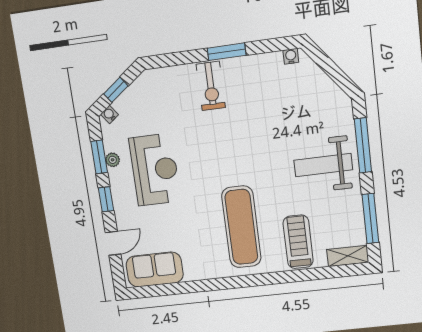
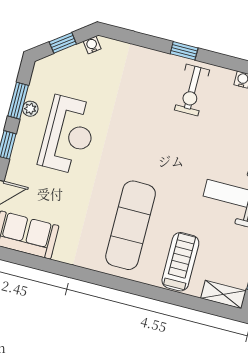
window: (227, 52) -> (184, 51), width x0.67
exercise bike: (211, 86) -> (192, 90), moved
water cooler: (109, 114) -> (92, 45), moved

